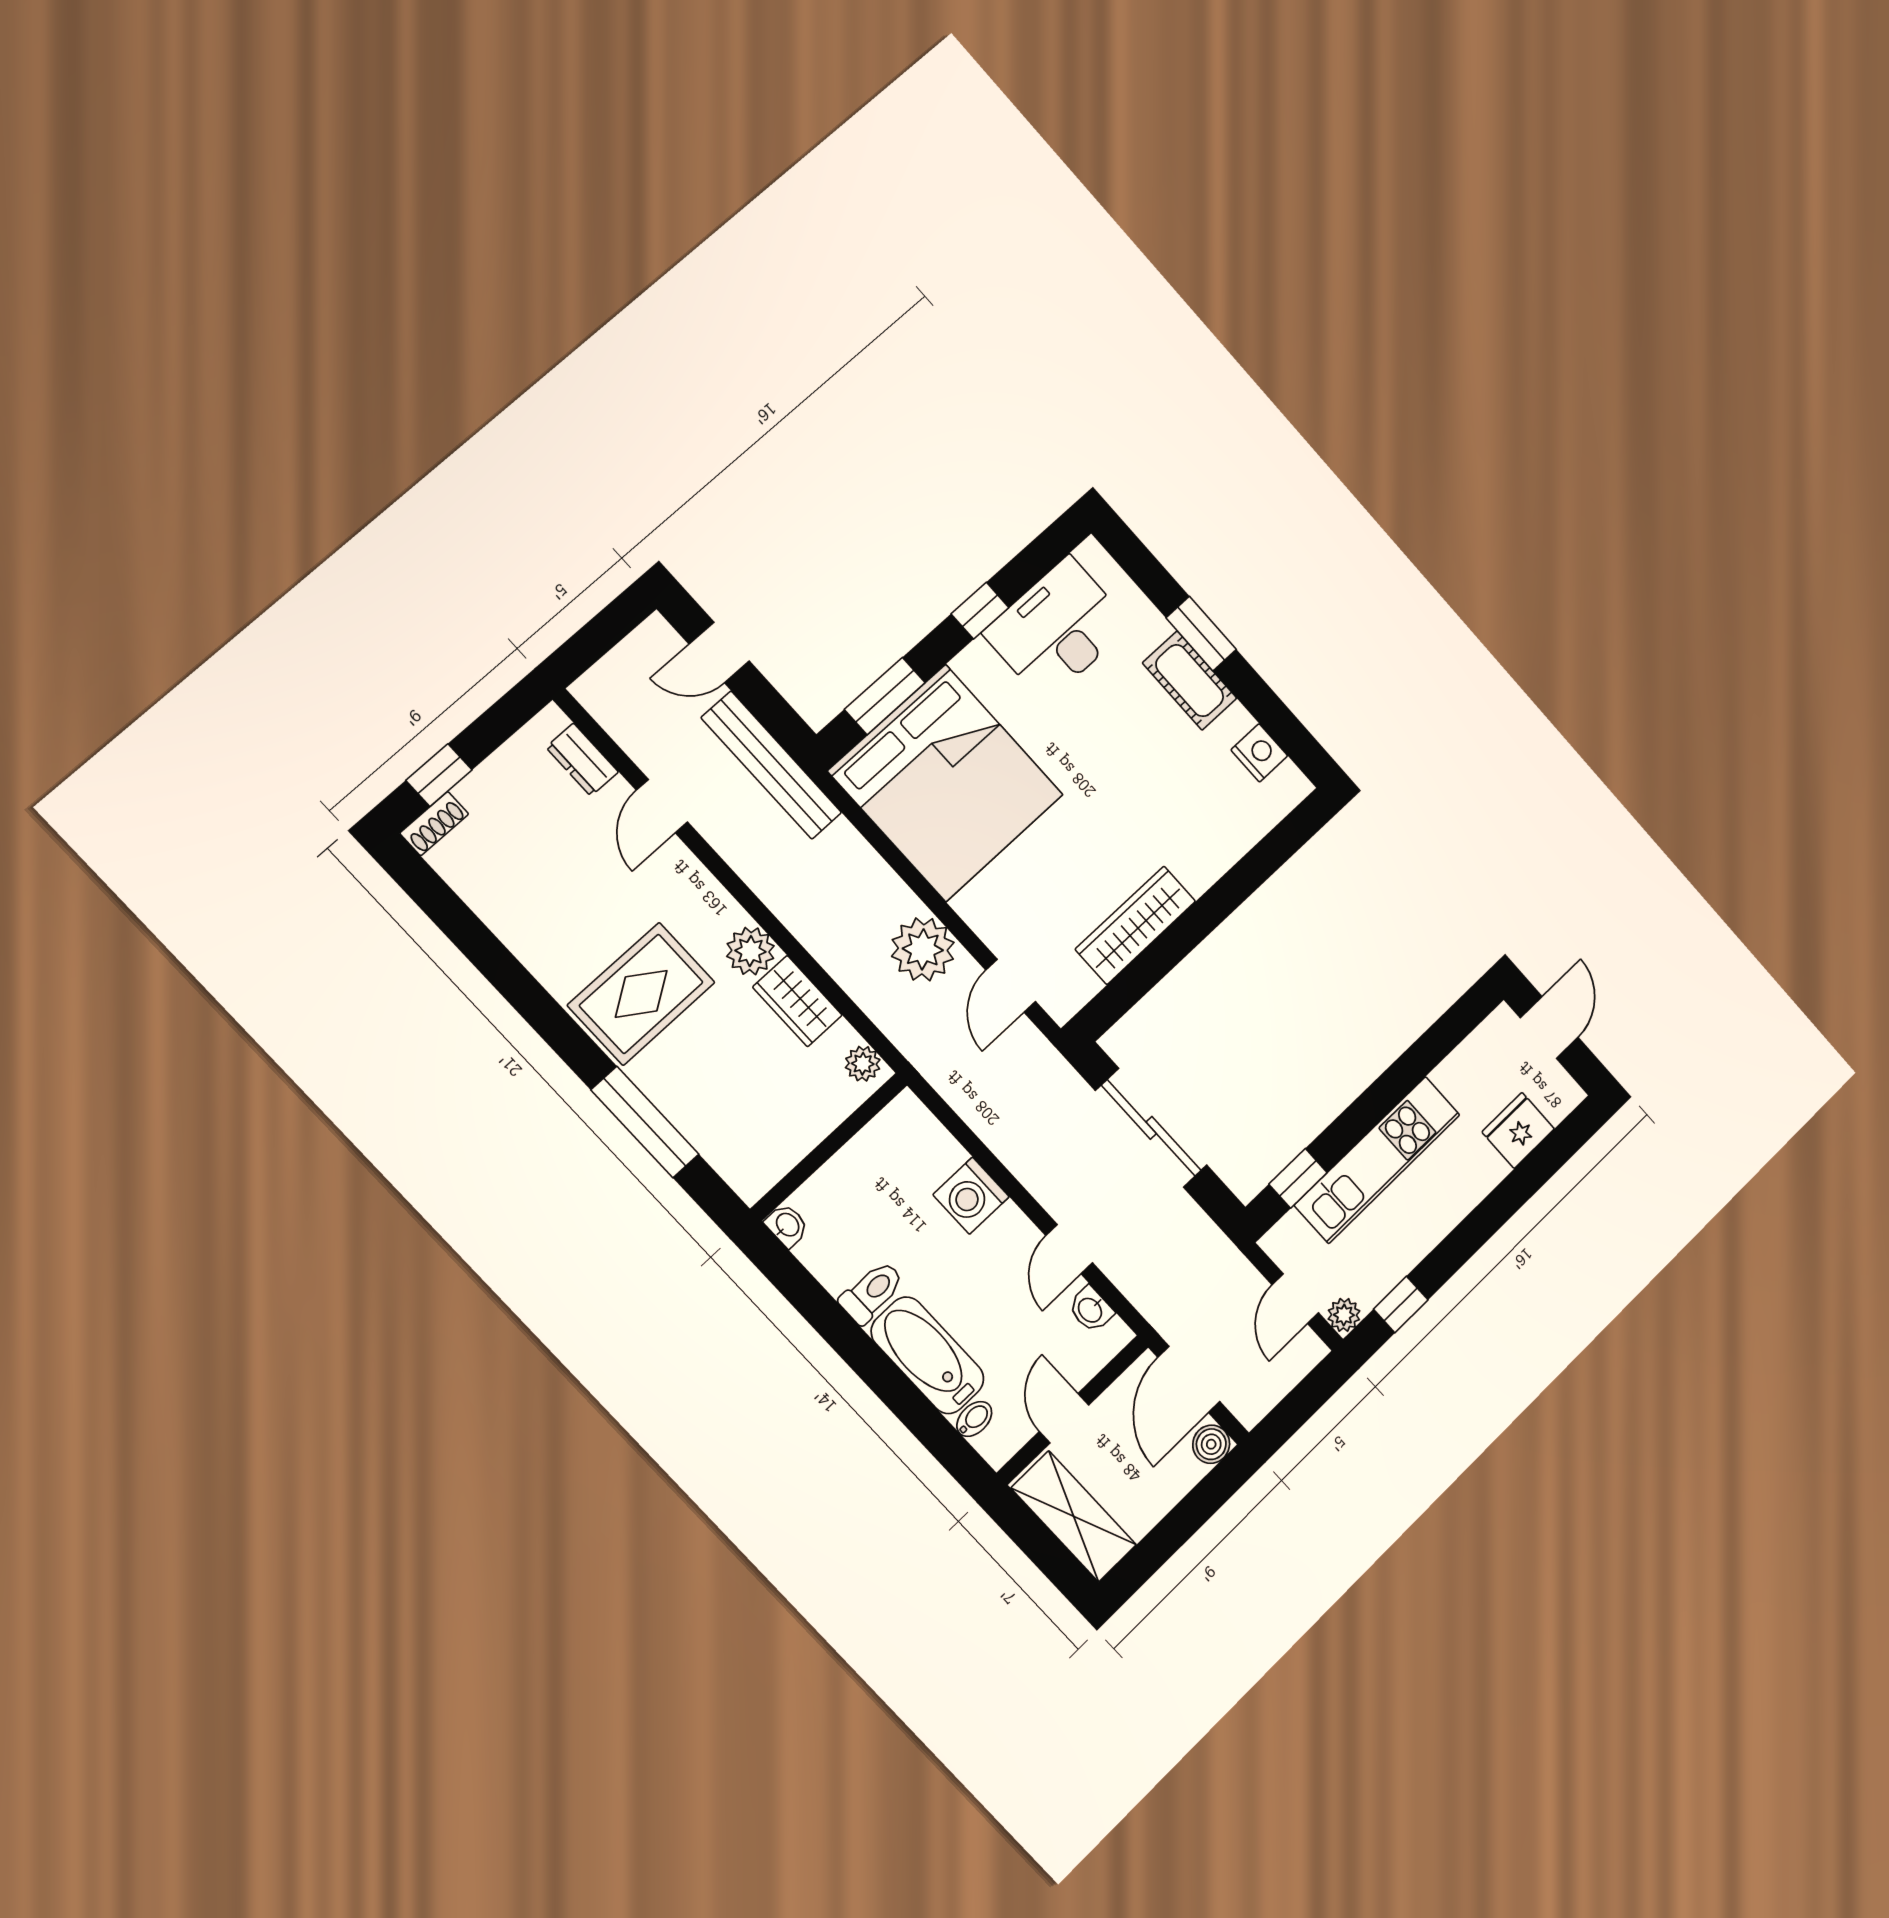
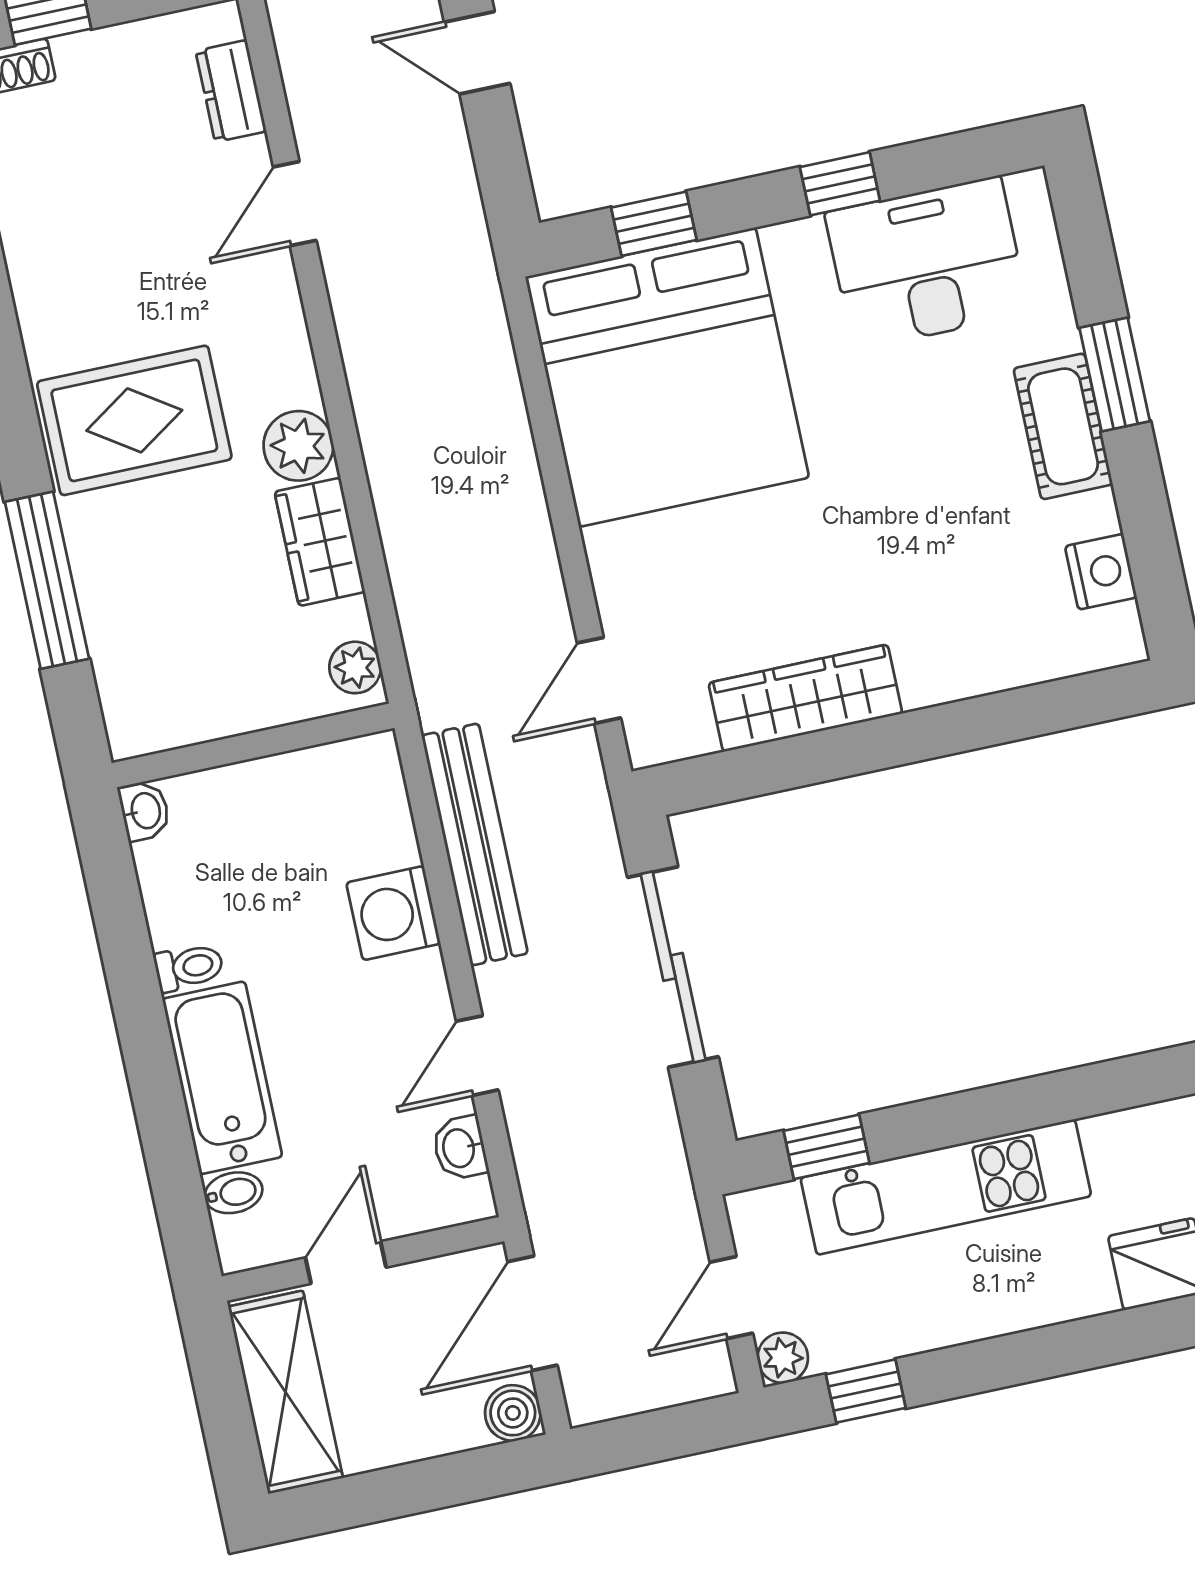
window: (885, 696) -> (654, 224), width x0.67
bench: (771, 765) -> (475, 844), moved
plant: (923, 949) -> (514, 569), removed
toilet: (872, 1292) -> (189, 967), width x0.73, depth x0.72

